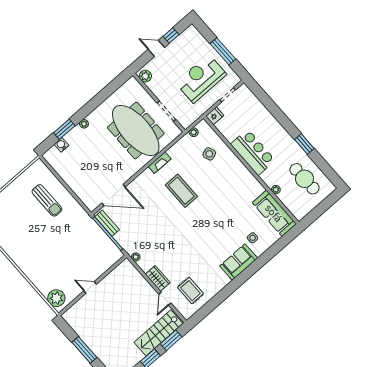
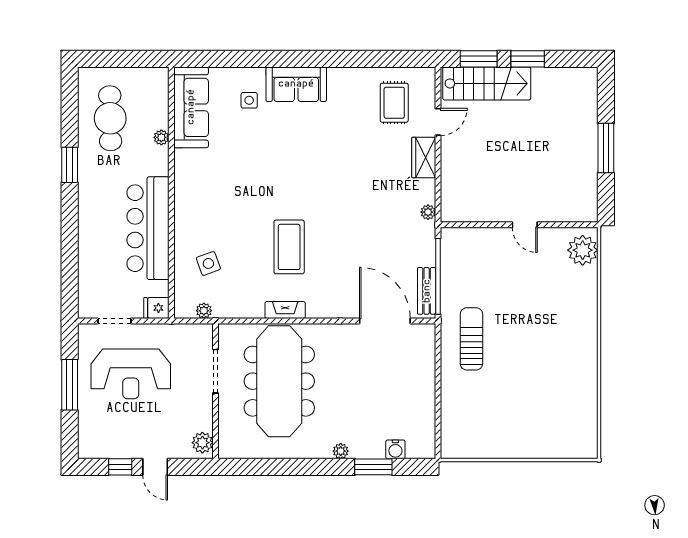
bar counter: (253, 152) -> (148, 228), width x1.36
sun lounger: (47, 200) -> (471, 339), moved

